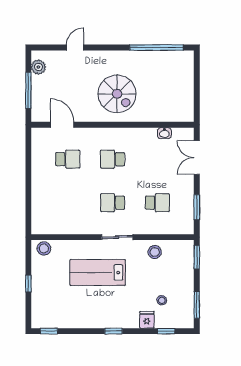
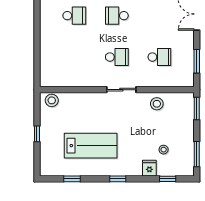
school desk: (113, 203) -> (117, 57), turned 180
lab bench: (98, 272) -> (91, 146), moved, turned 180
window: (49, 331) -> (72, 179), moved

